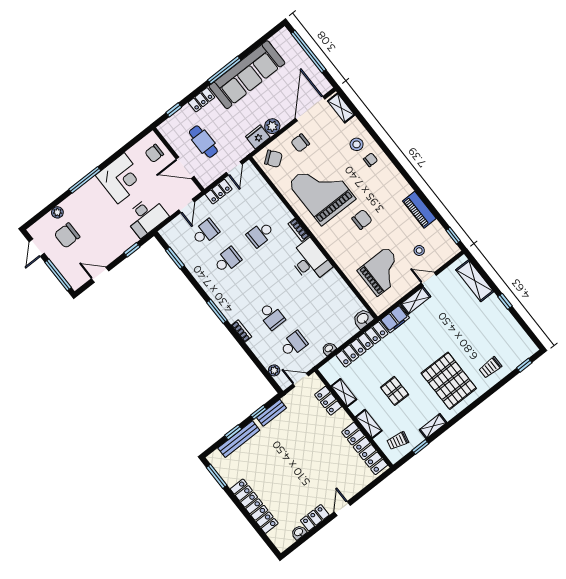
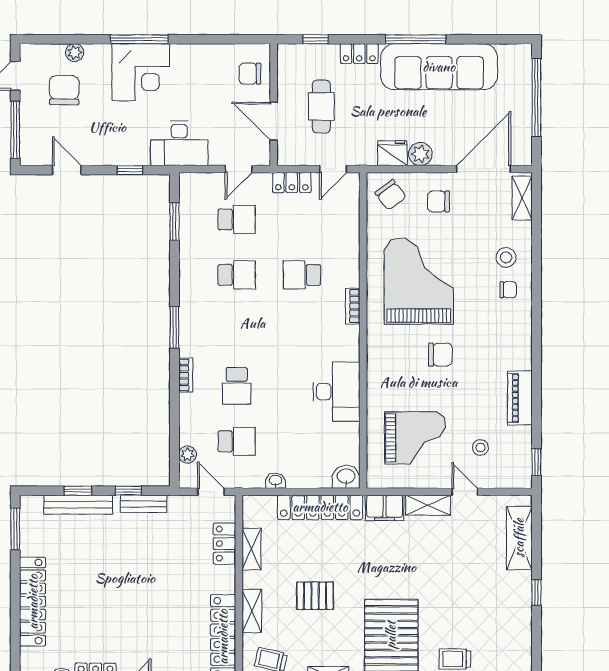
corner desk: (121, 178) -> (141, 72), moved
chair: (67, 235) -> (64, 90), turned 90
desk: (310, 261) -> (336, 392), moved
pallet: (395, 391) -> (315, 596), turned 90

